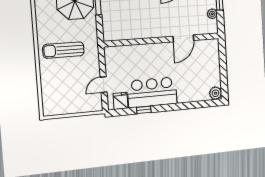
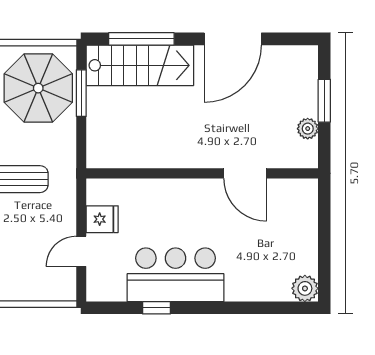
door: (183, 38) -> (245, 173), hinge flipped
fridge: (121, 101) -> (102, 219), moved, turned 90

